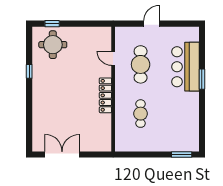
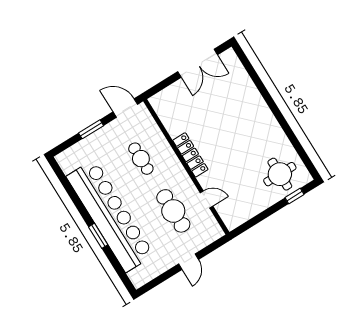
bar counter: (185, 67) -> (110, 216), width x1.86
window: (29, 71) -> (287, 130), removed
door: (130, 154) -> (125, 108), added
window: (182, 154) -> (91, 129), moved

